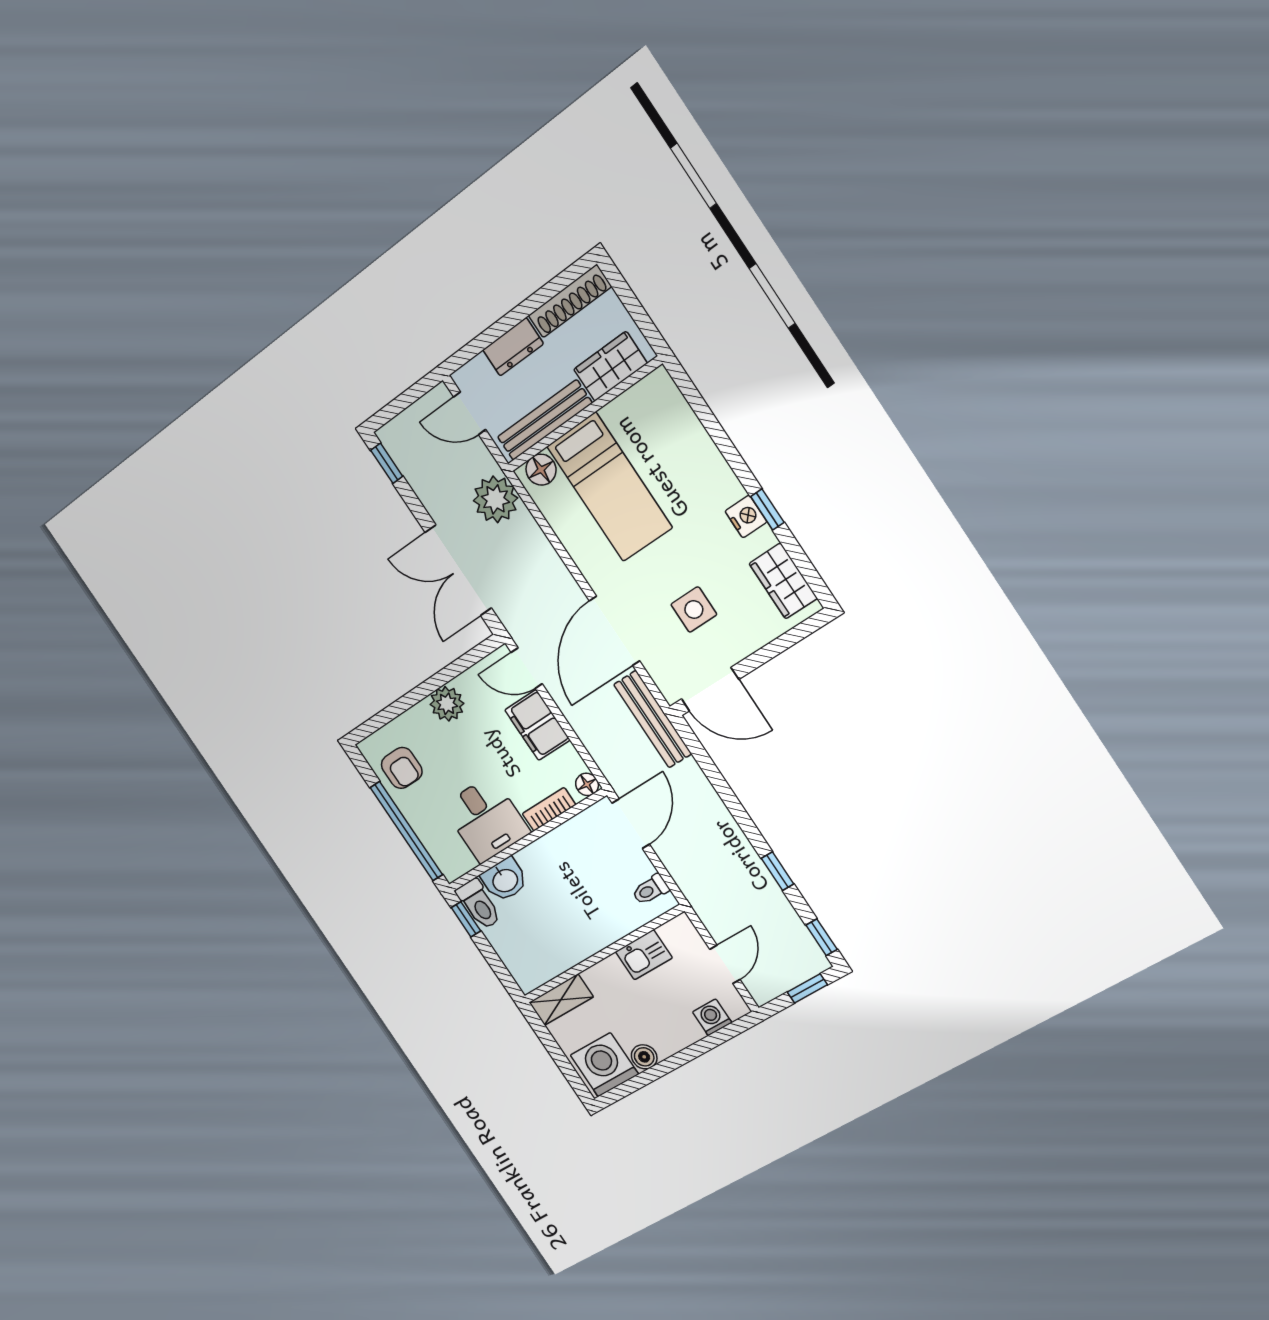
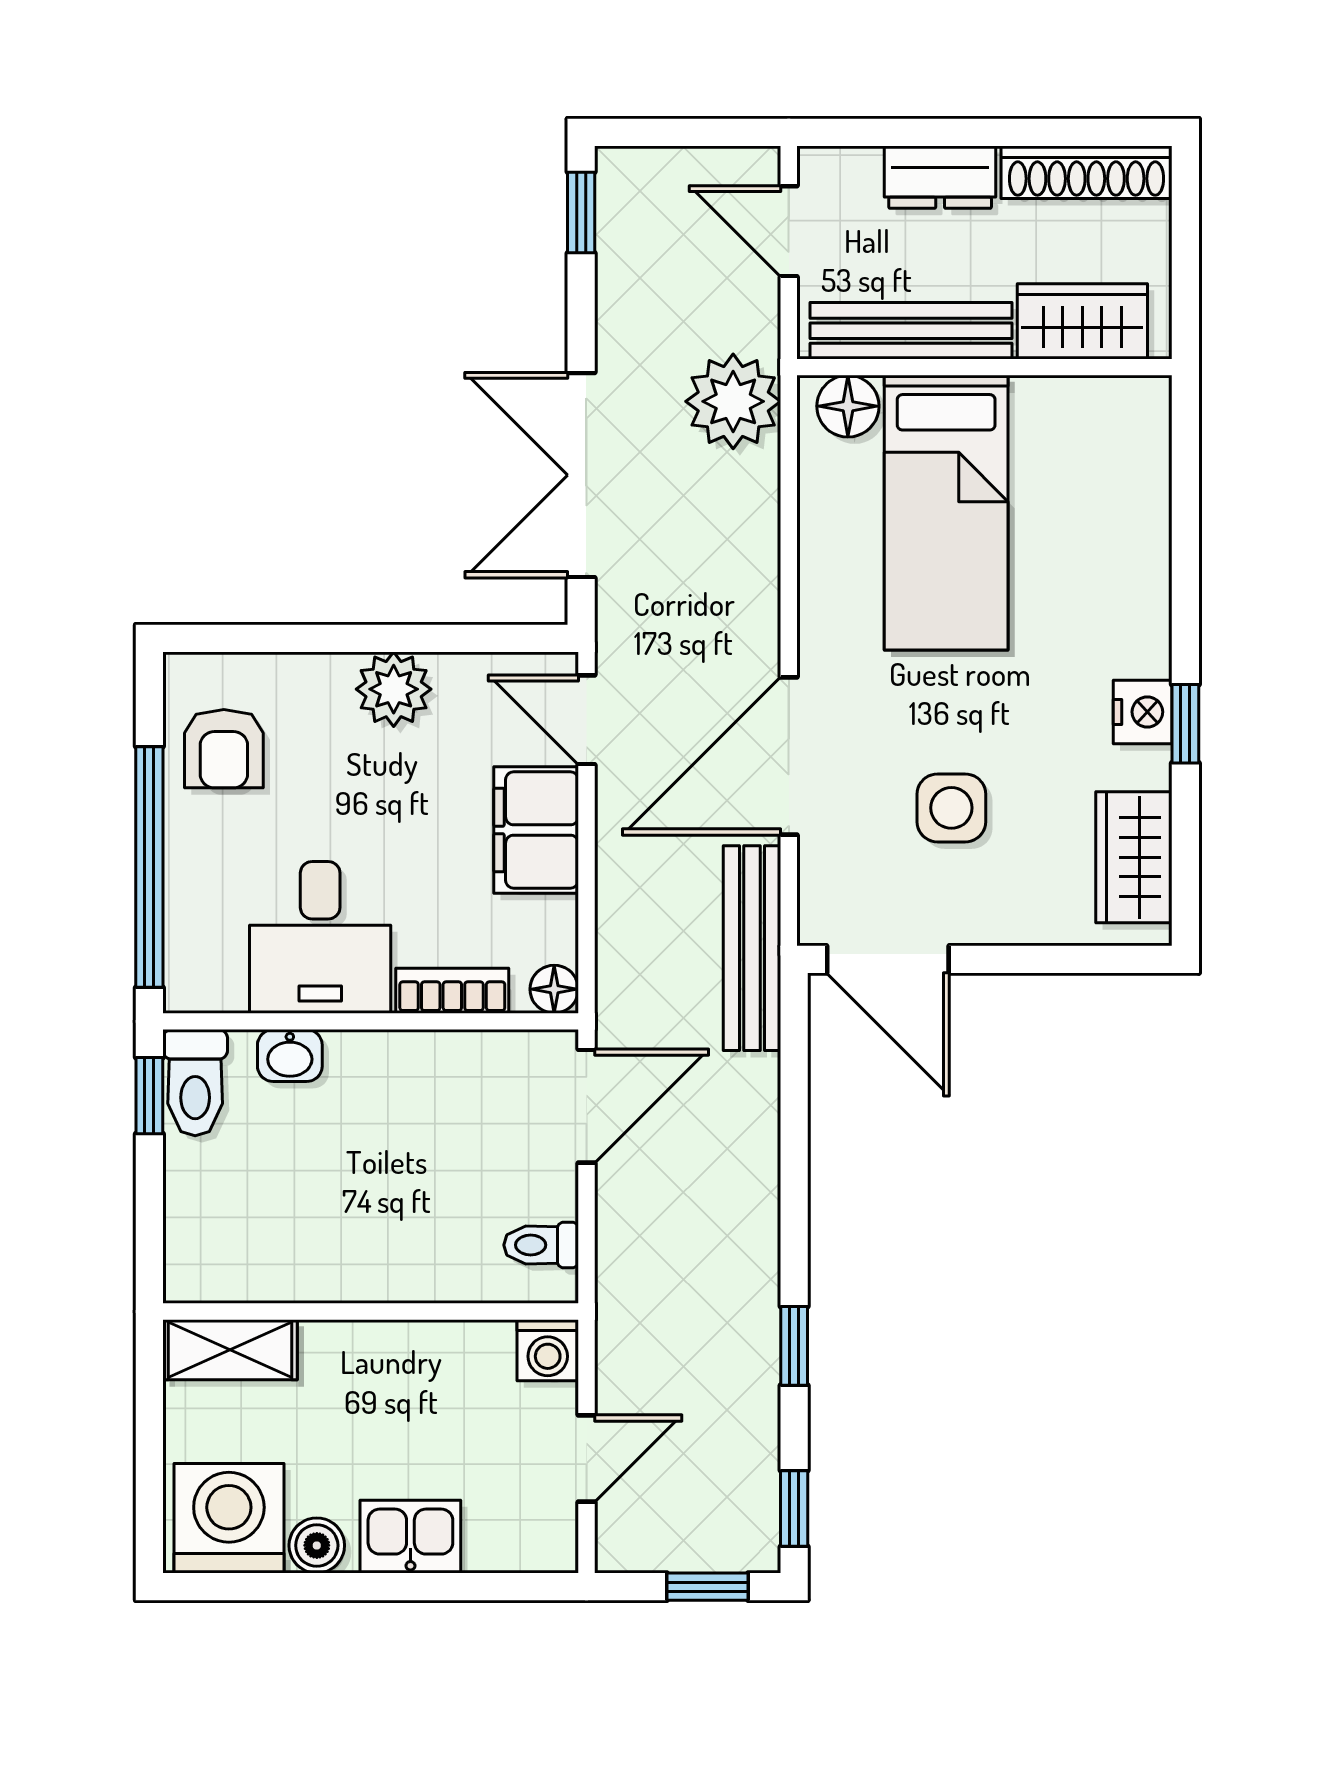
washbasin: (505, 880) -> (290, 1056), width x0.72, depth x0.69
kitchen sink: (644, 955) -> (410, 1537), moved, turned 180
washing machine: (712, 1017) -> (548, 1350), moved, turned 180

